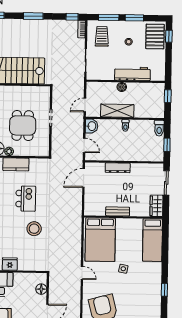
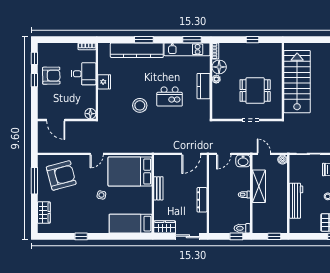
boiler: (122, 87) -> (283, 160), moved
dining table: (23, 126) -> (255, 91), moved
window: (167, 145) -> (236, 236), moved
dresser: (118, 168) -> (202, 200), moved
door: (84, 178) -> (191, 154), swing flipped
floor lamp: (41, 289) -> (90, 114), moved

